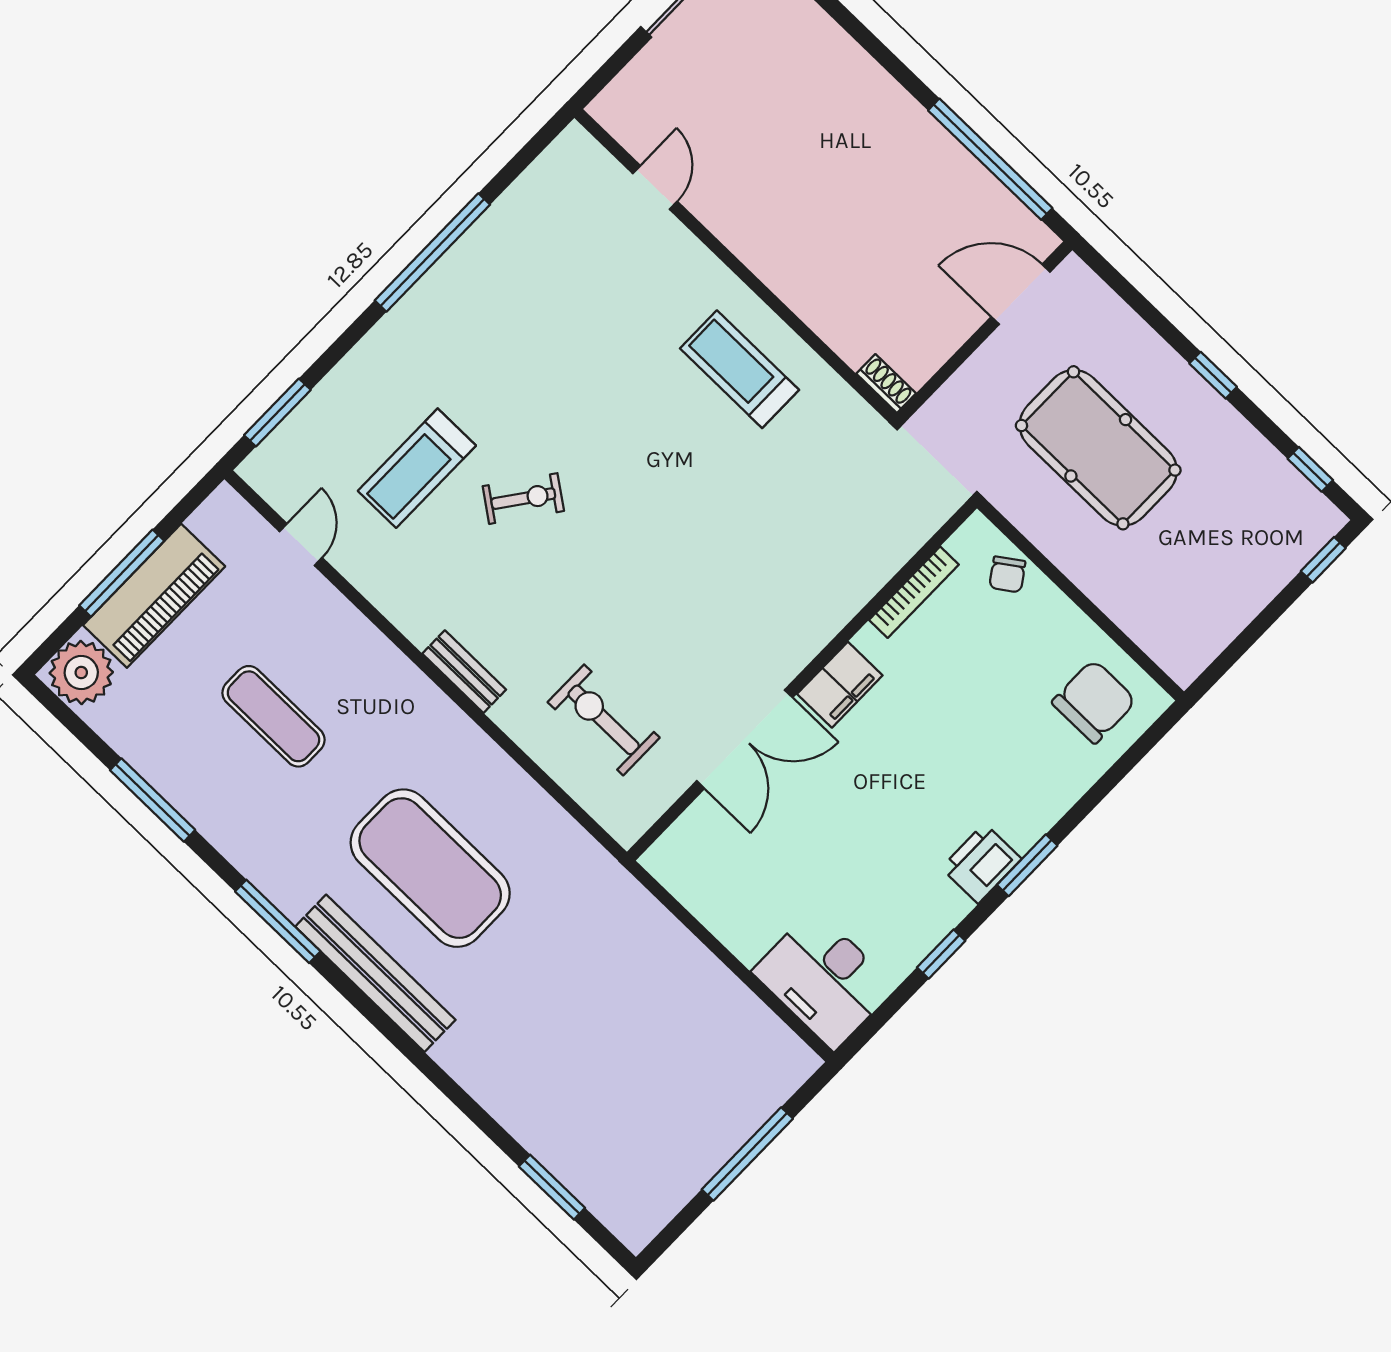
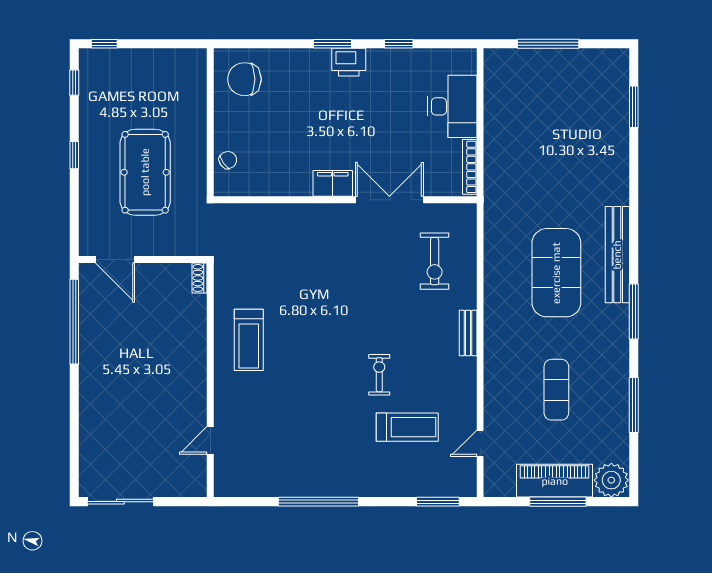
exercise bike: (523, 499) -> (379, 375), turned 54
bookcase: (914, 592) -> (470, 167), moved, turned -90
desk: (824, 979) -> (452, 106), moved

